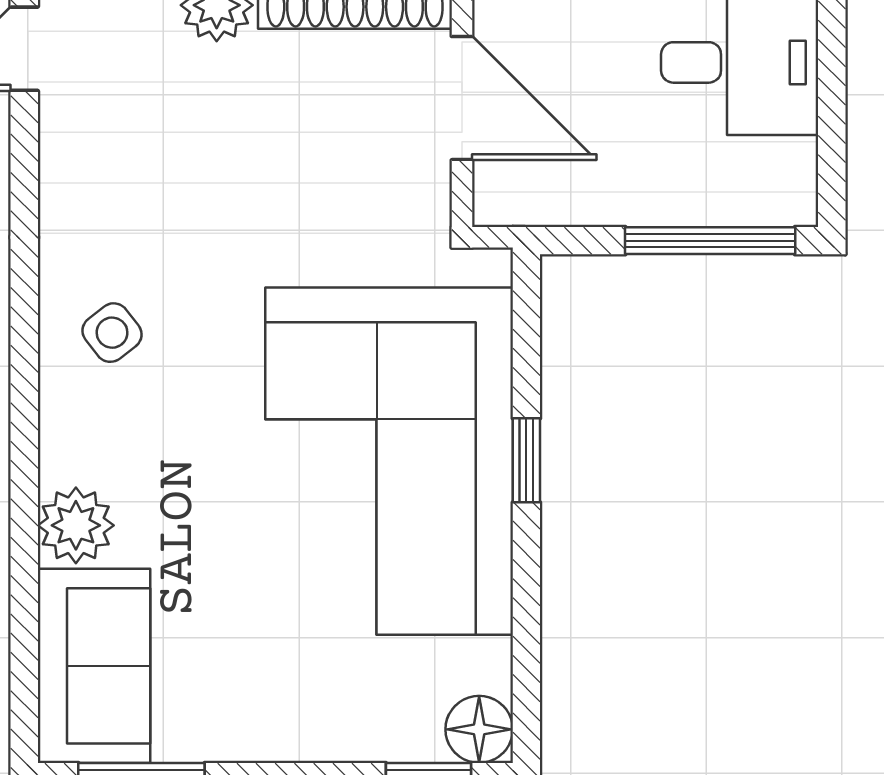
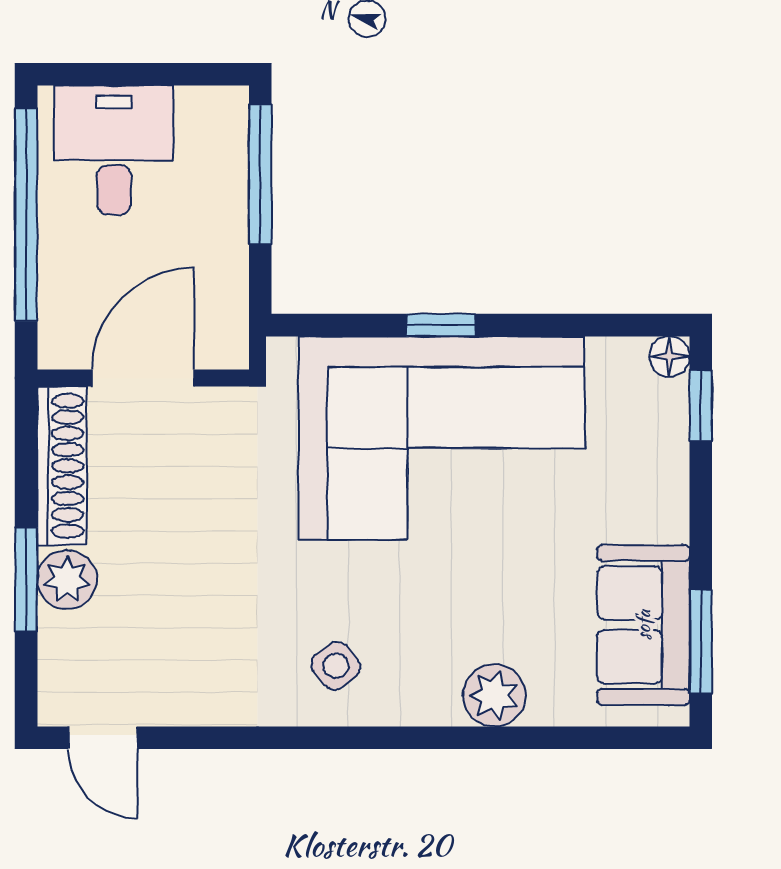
sofa: (94, 666) -> (643, 625), moved, turned -90
floor lamp: (479, 729) -> (669, 356), width x0.73, depth x0.73

